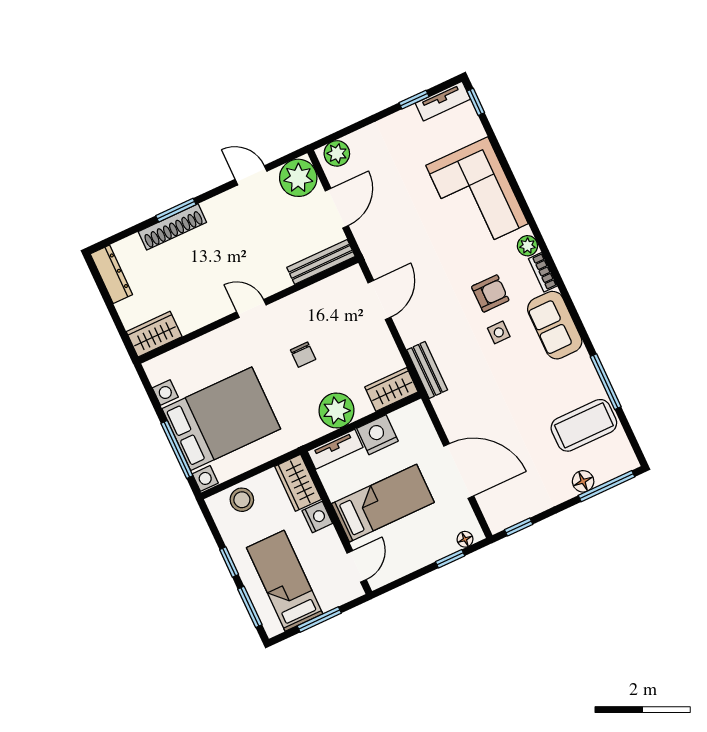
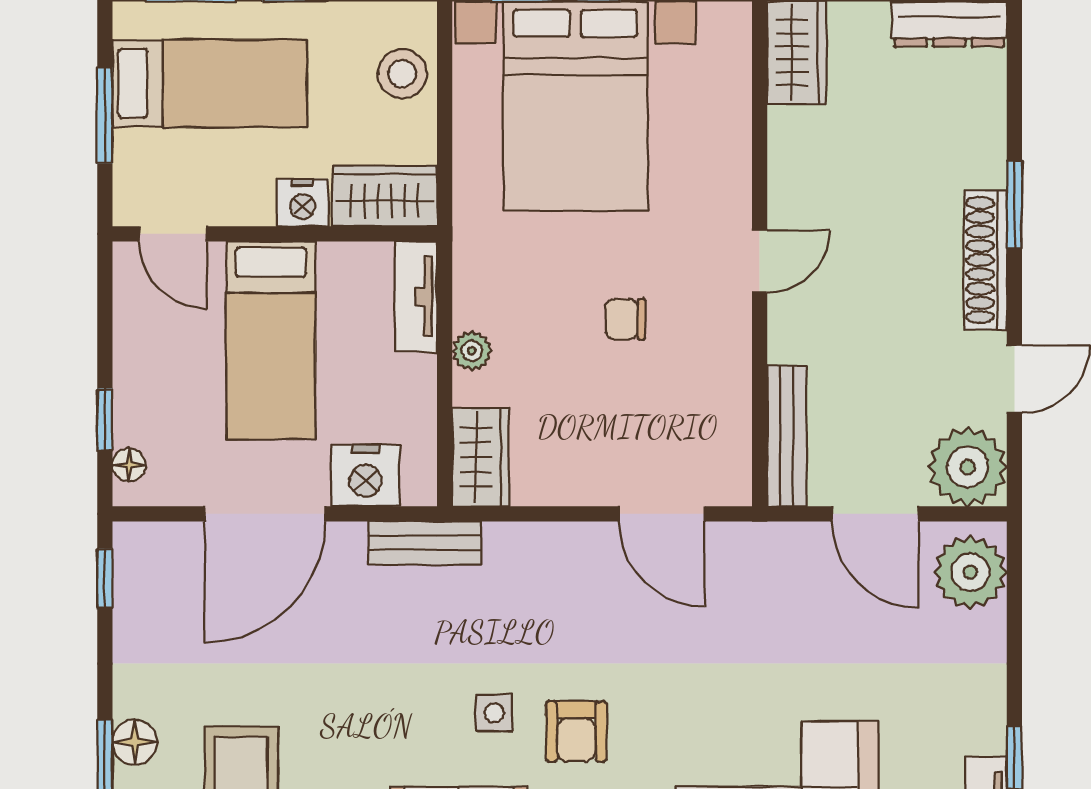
plant: (337, 153) -> (970, 572), width x1.36, depth x1.36
shoe rack: (172, 227) -> (985, 260), moved
bench: (427, 370) -> (425, 543), moved
plant: (337, 410) -> (472, 351), width x0.53, depth x0.53
nightstand: (377, 435) -> (366, 475), moved, turned 90

